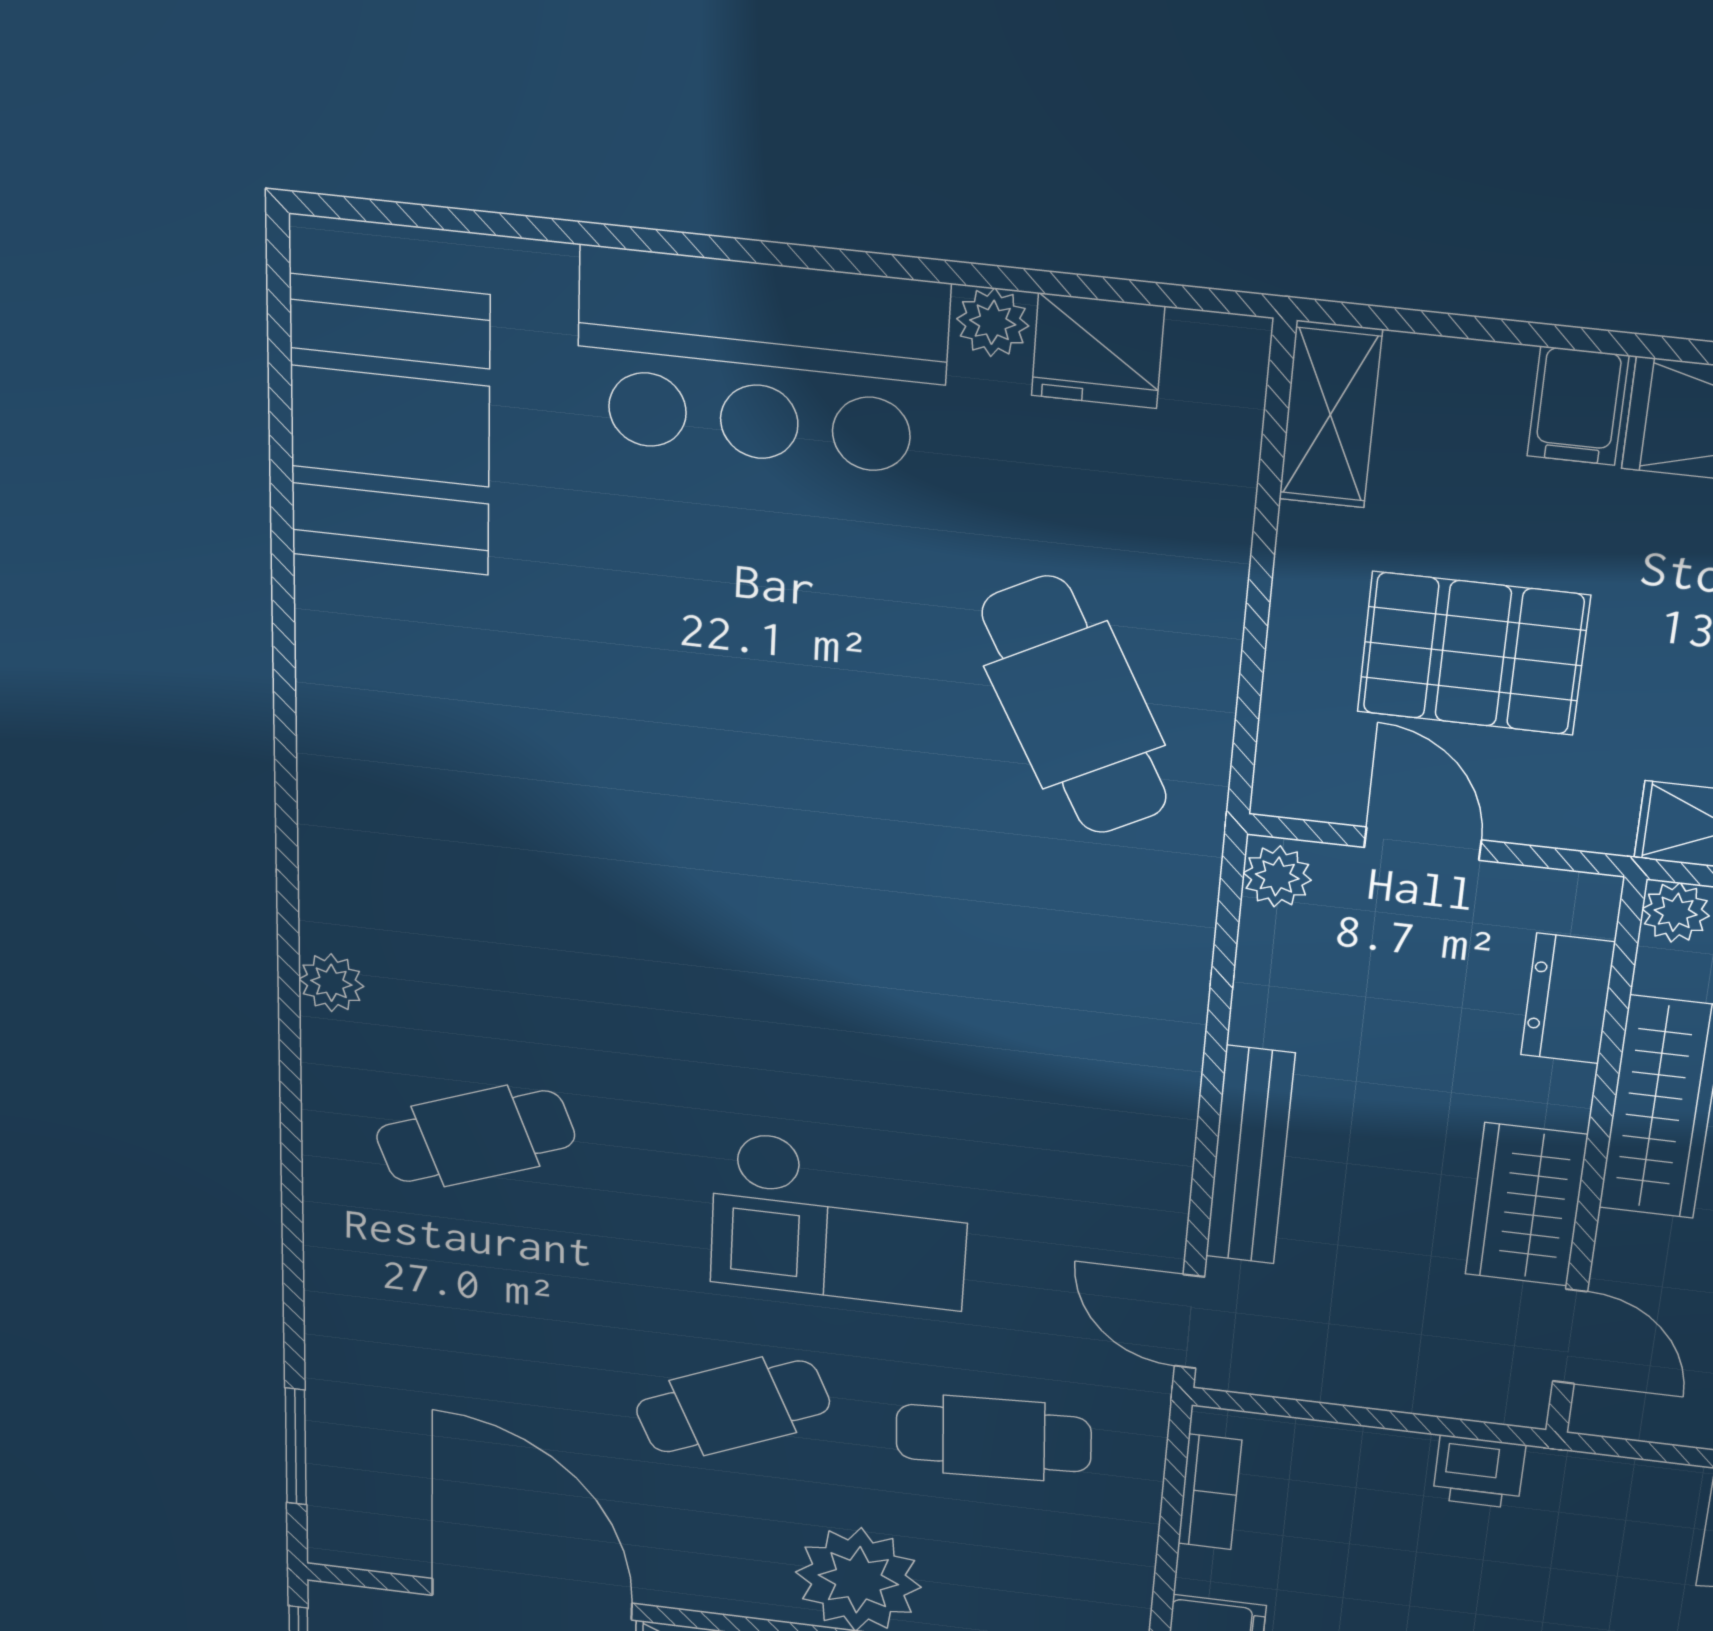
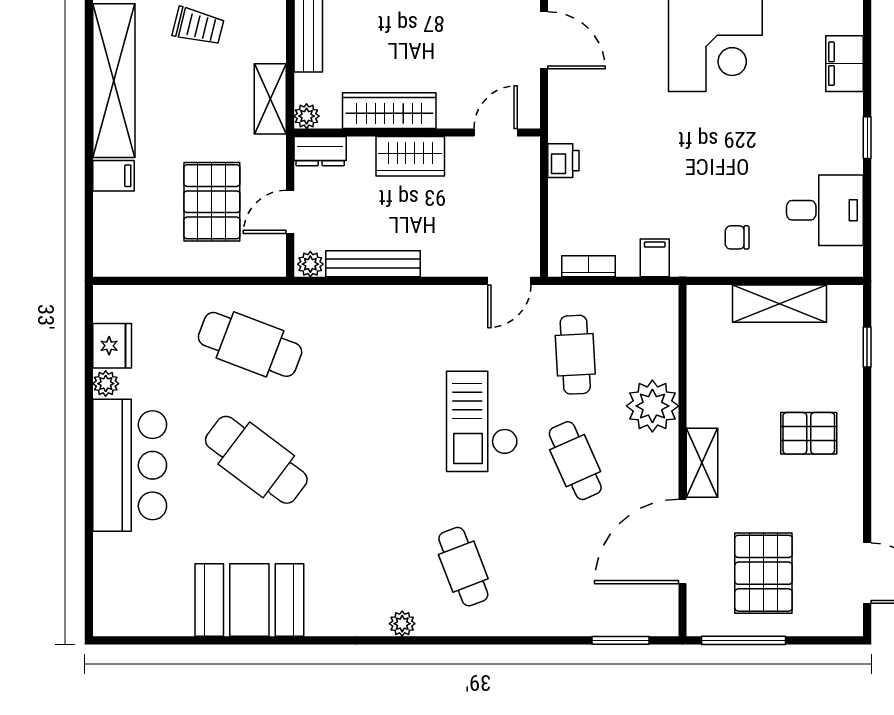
shelving: (1330, 415) -> (127, 262), removed
booth: (390, 426) -> (249, 600), moved
cafe table: (764, 687) -> (256, 460), added
cafe table: (1075, 706) -> (250, 344), turned 49
dresser: (1568, 999) -> (320, 151), moved
bench: (1250, 1155) -> (373, 264), moved
wardrobe: (1526, 1205) -> (410, 156), moved
checkout: (840, 1220) -> (482, 421), turned 180

